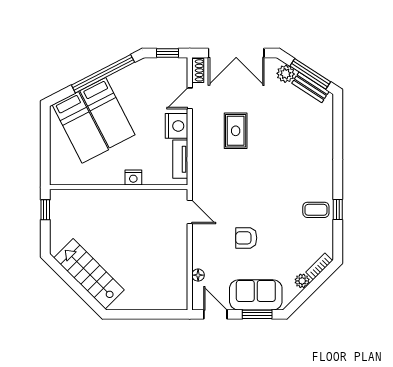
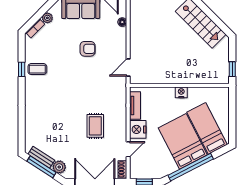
bed: (107, 113) -> (183, 141), width x1.50
nightstand: (133, 177) -> (181, 92), moved
door: (190, 212) -> (128, 68), hinge flipped

